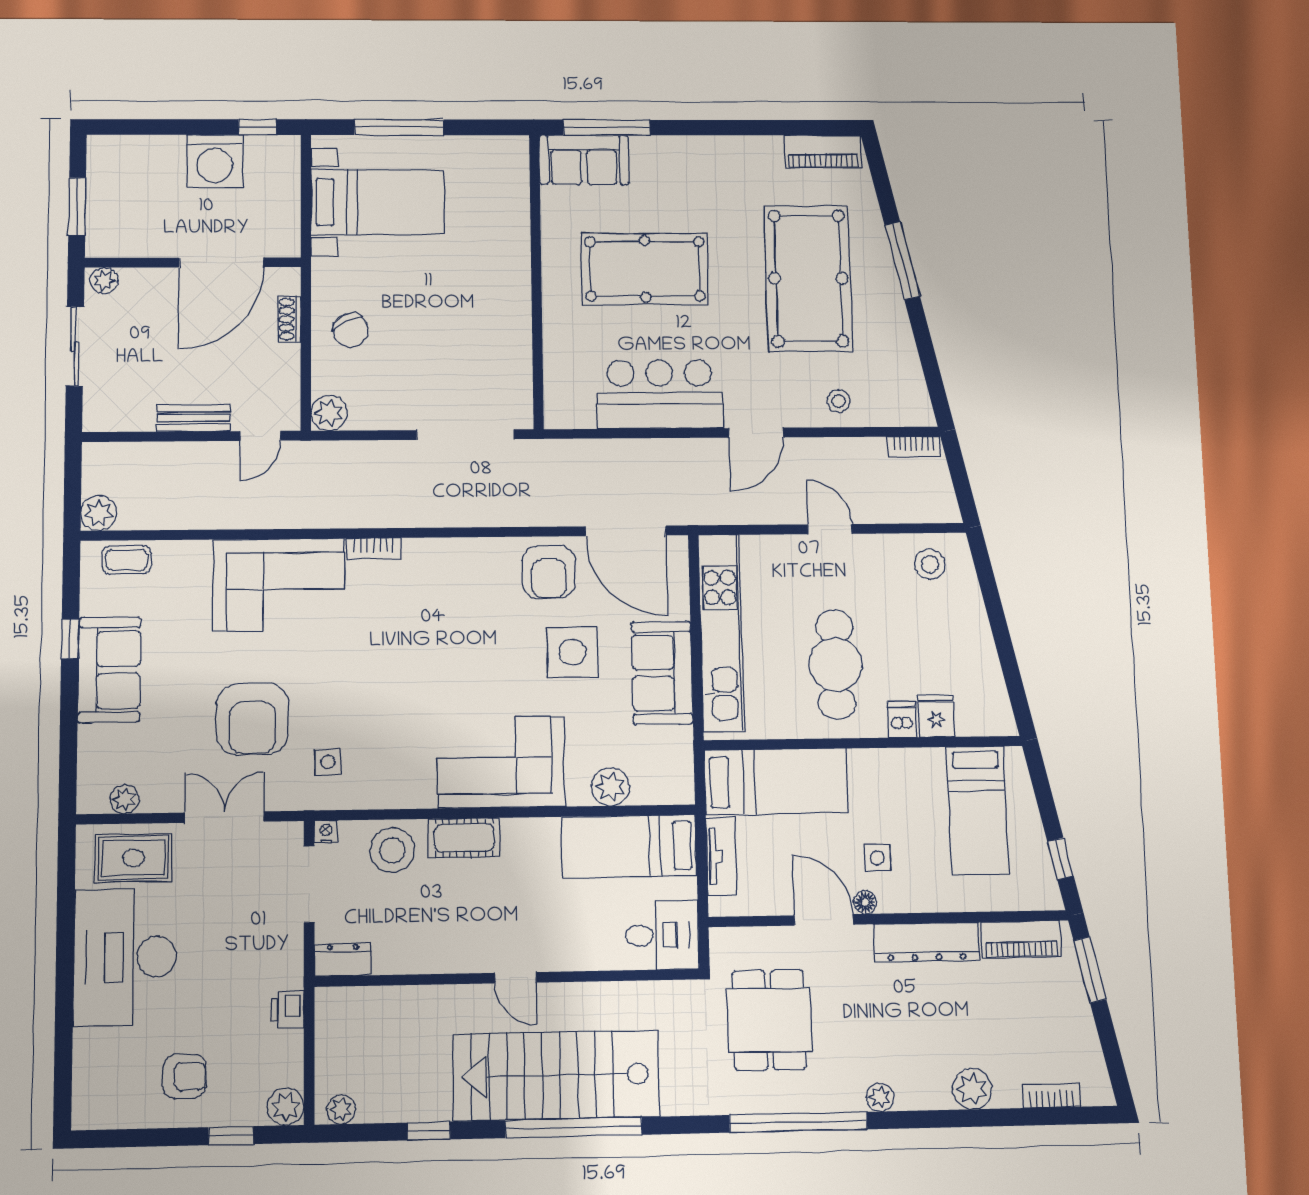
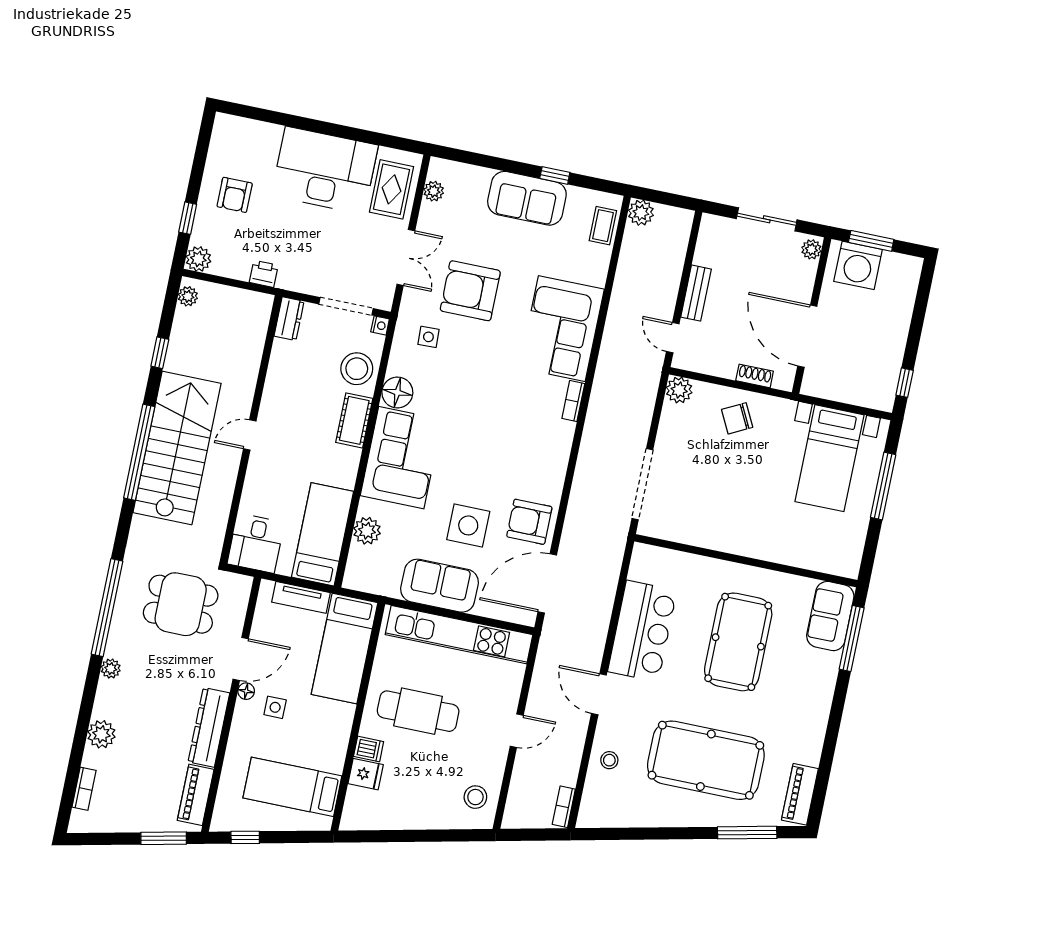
washing machine: (215, 161) -> (858, 265), moved, turned -90
window: (902, 261) -> (747, 833), moved
floor lamp: (413, 787) -> (397, 392), added

